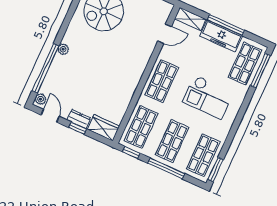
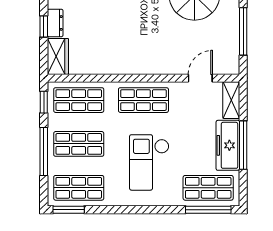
door: (165, 34) -> (200, 78), swing flipped

